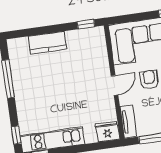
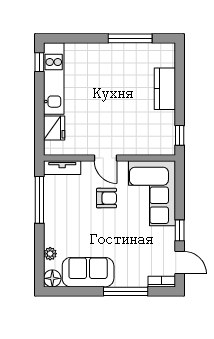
fridge: (107, 132) -> (54, 128), moved
window: (16, 135) -> (65, 38), removed

